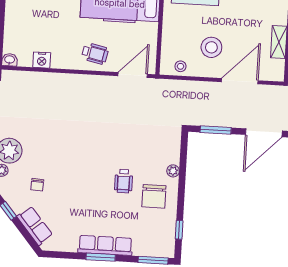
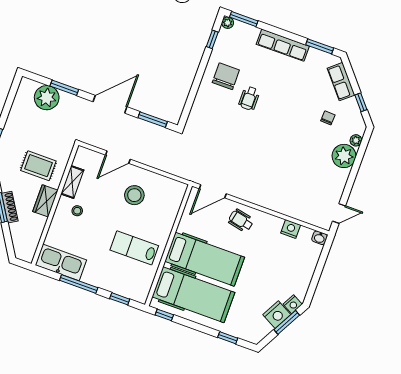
stool: (181, 66) -> (77, 211), moved
door: (240, 81) -> (118, 157), width x0.73
plant: (173, 171) -> (228, 23), moved
wheelchair: (124, 181) -> (249, 98), turned 180
window: (101, 257) -> (320, 46), moved

